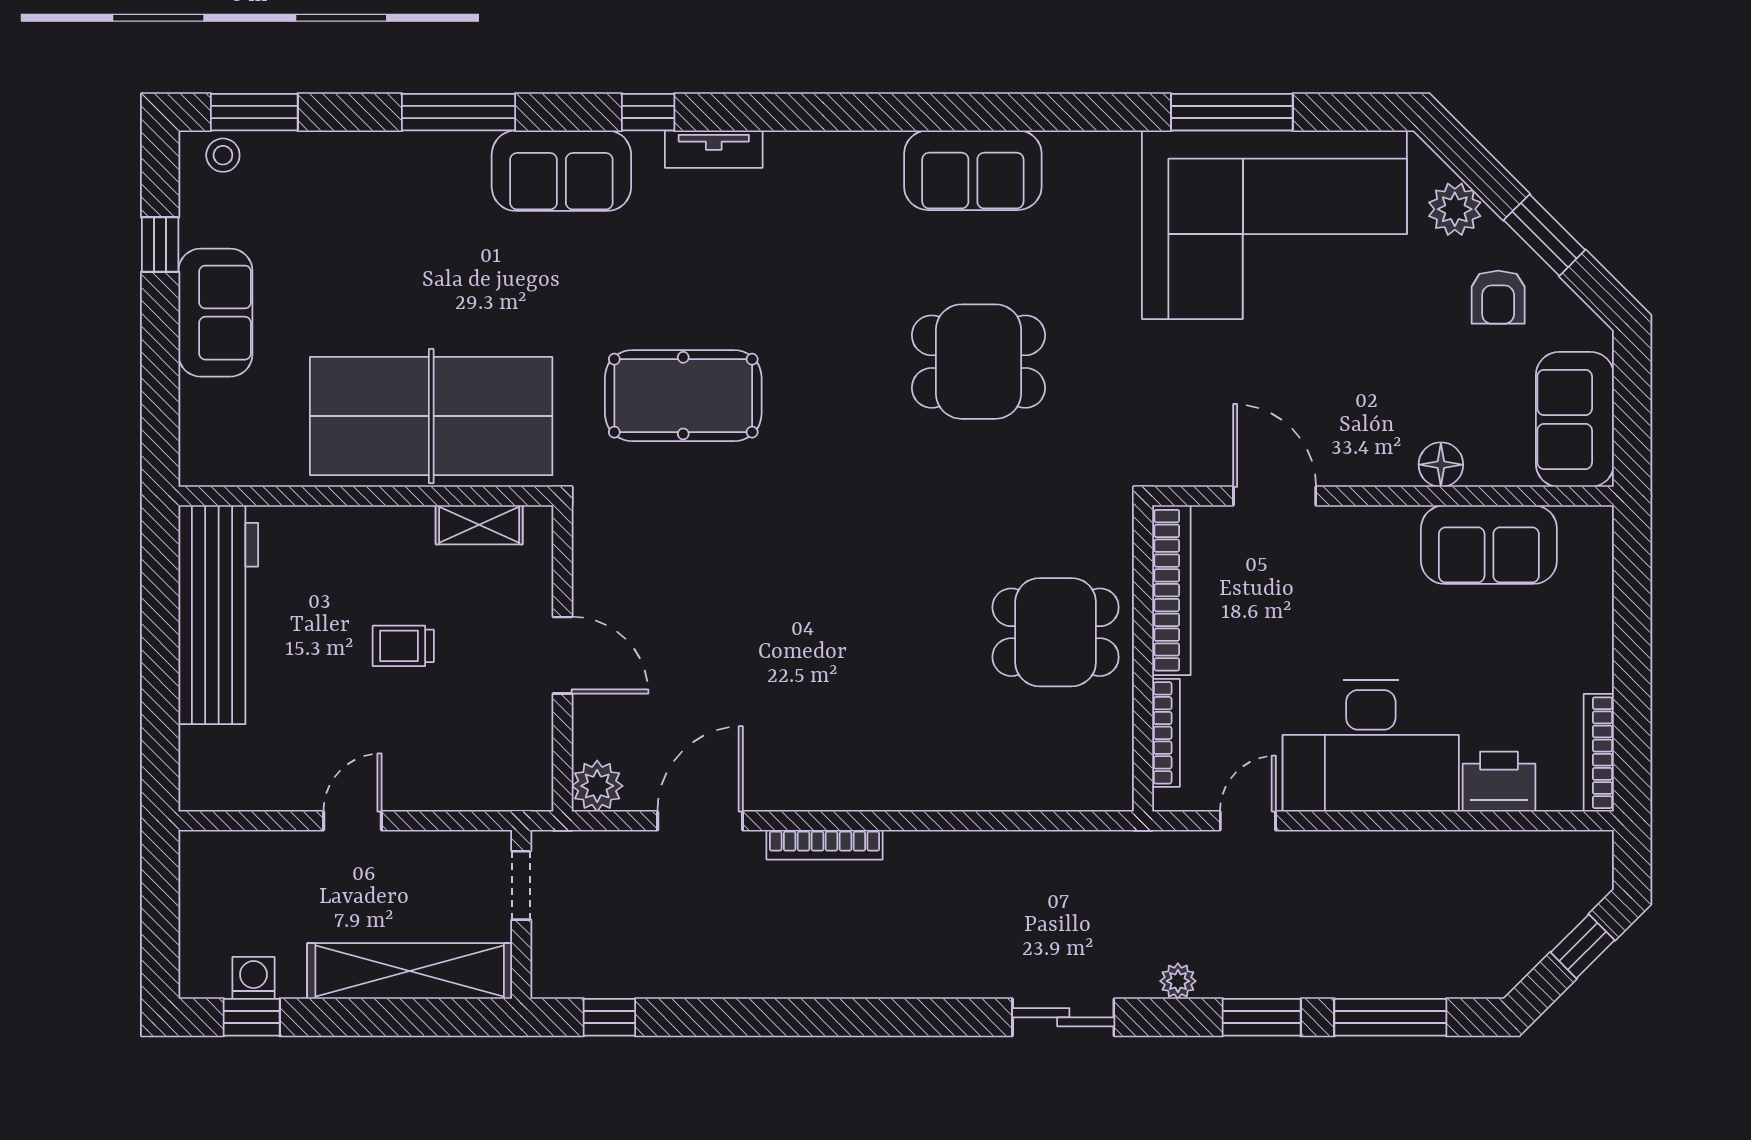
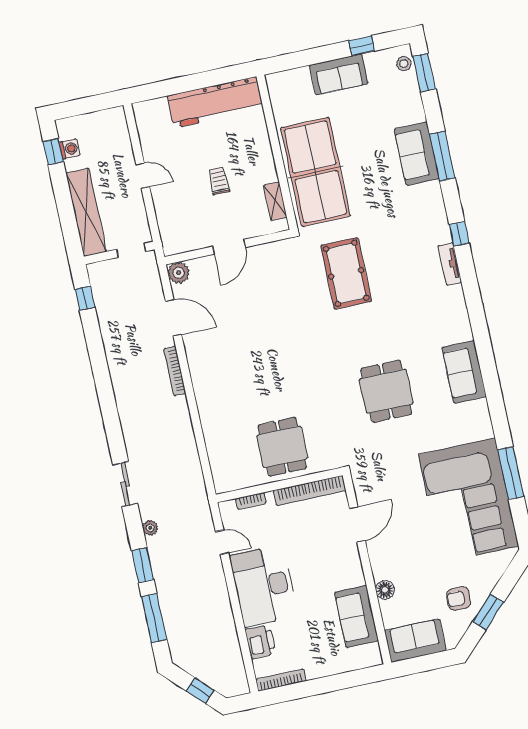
sofa: (561, 171) -> (417, 154), moved
plant: (1455, 209) -> (491, 573), removed
bookcase: (1166, 733) -> (251, 501), width x0.64

